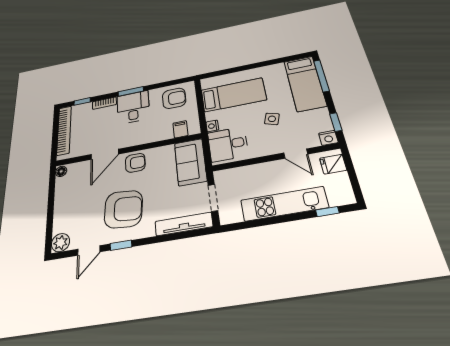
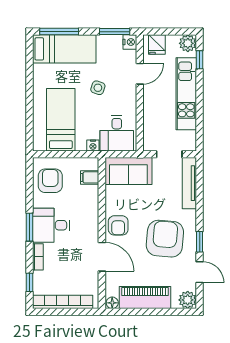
window: (336, 122) -> (115, 32), width x1.50
armchair: (135, 163) -> (118, 225), turned 180
plant: (344, 196) -> (188, 43), added
piano: (65, 200) -> (145, 298), added

